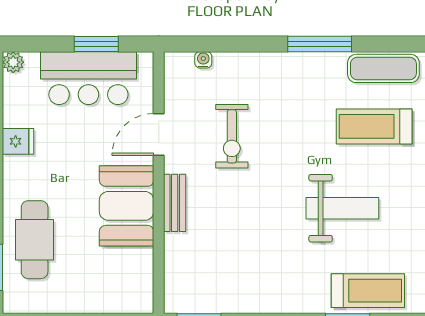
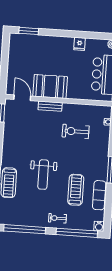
door: (159, 135) -> (22, 98), moved
cafe table: (35, 240) -> (39, 48), removed

